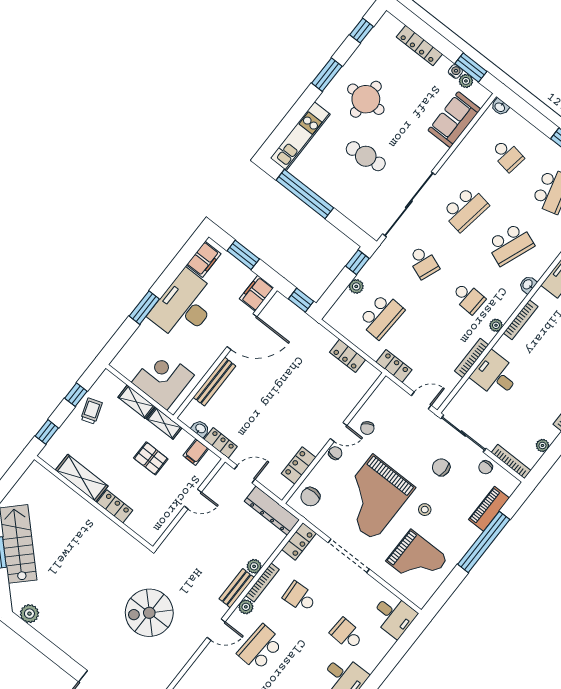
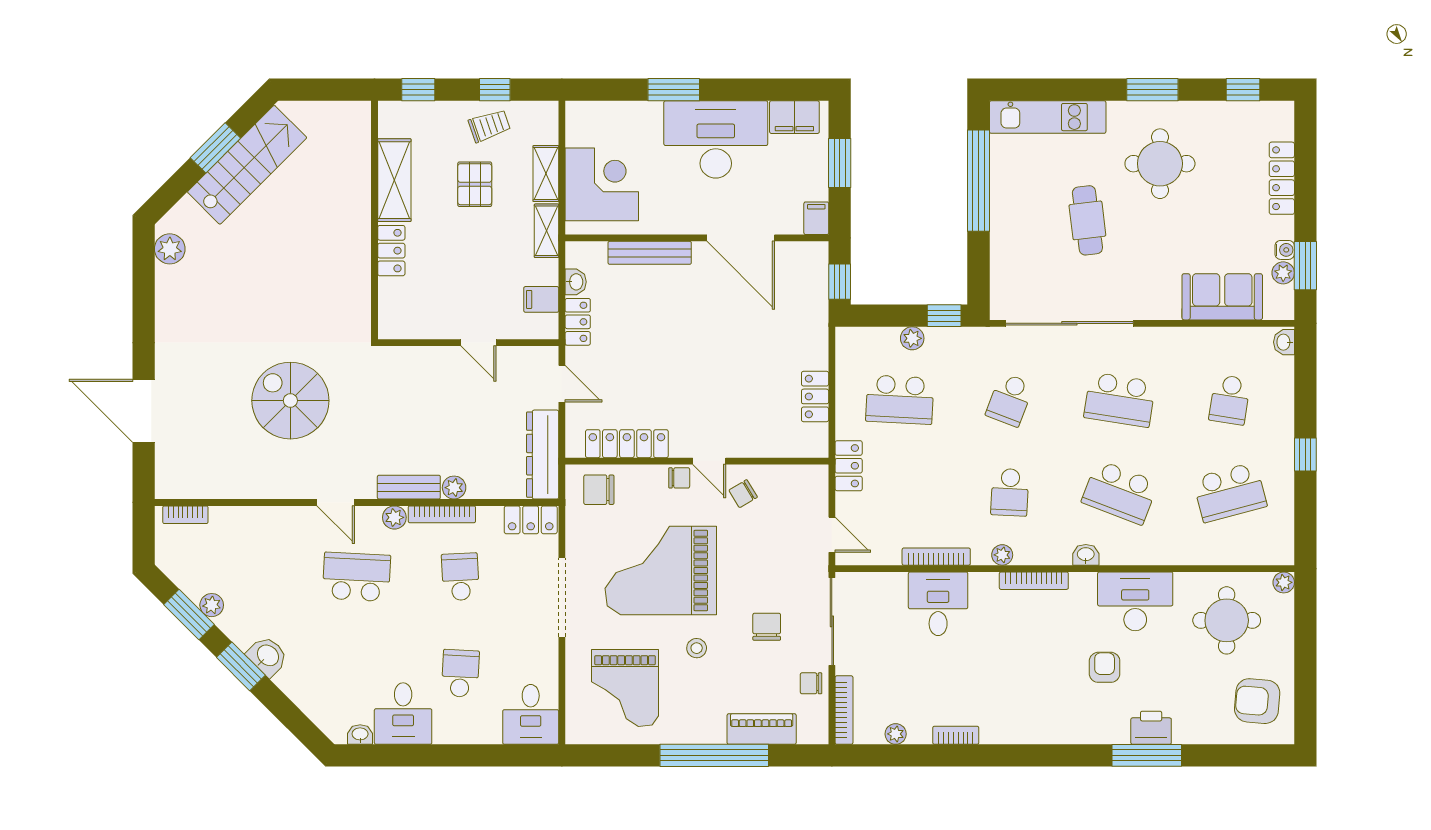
filing cabinet: (257, 293) -> (816, 218), width x0.50
pallet: (151, 458) -> (475, 184), moved
locker: (299, 465) -> (627, 444), width x1.53

